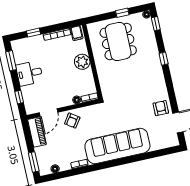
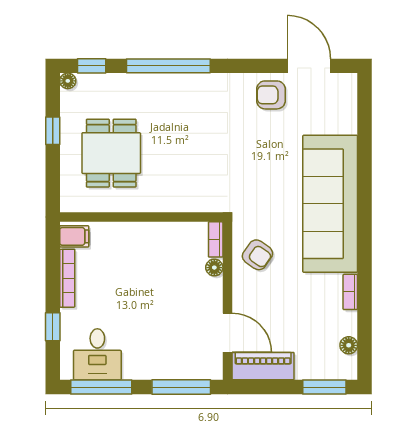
dining table: (118, 41) -> (111, 153), width x0.73
window: (164, 59) -> (168, 66), width x3.17
window: (11, 61) -> (101, 387), width x1.44
plant: (82, 62) -> (137, 238), removed
desk: (29, 73) -> (97, 354), moved
window: (19, 97) -> (181, 387), width x2.17
armchair: (72, 121) -> (257, 255), moved

